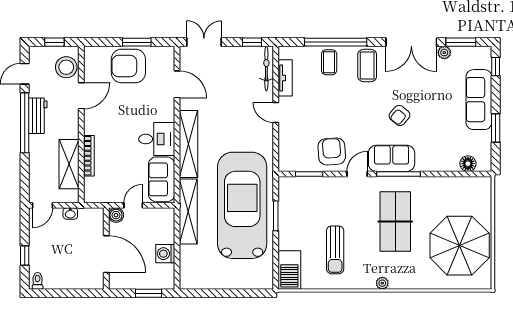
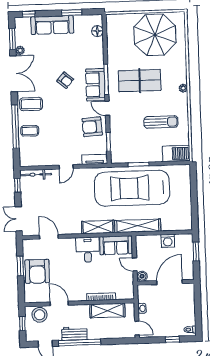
tv unit: (285, 78) -> (95, 159), moved
door: (177, 84) -> (49, 237), hinge flipped
shelving: (188, 144) -> (98, 227), width x0.68

